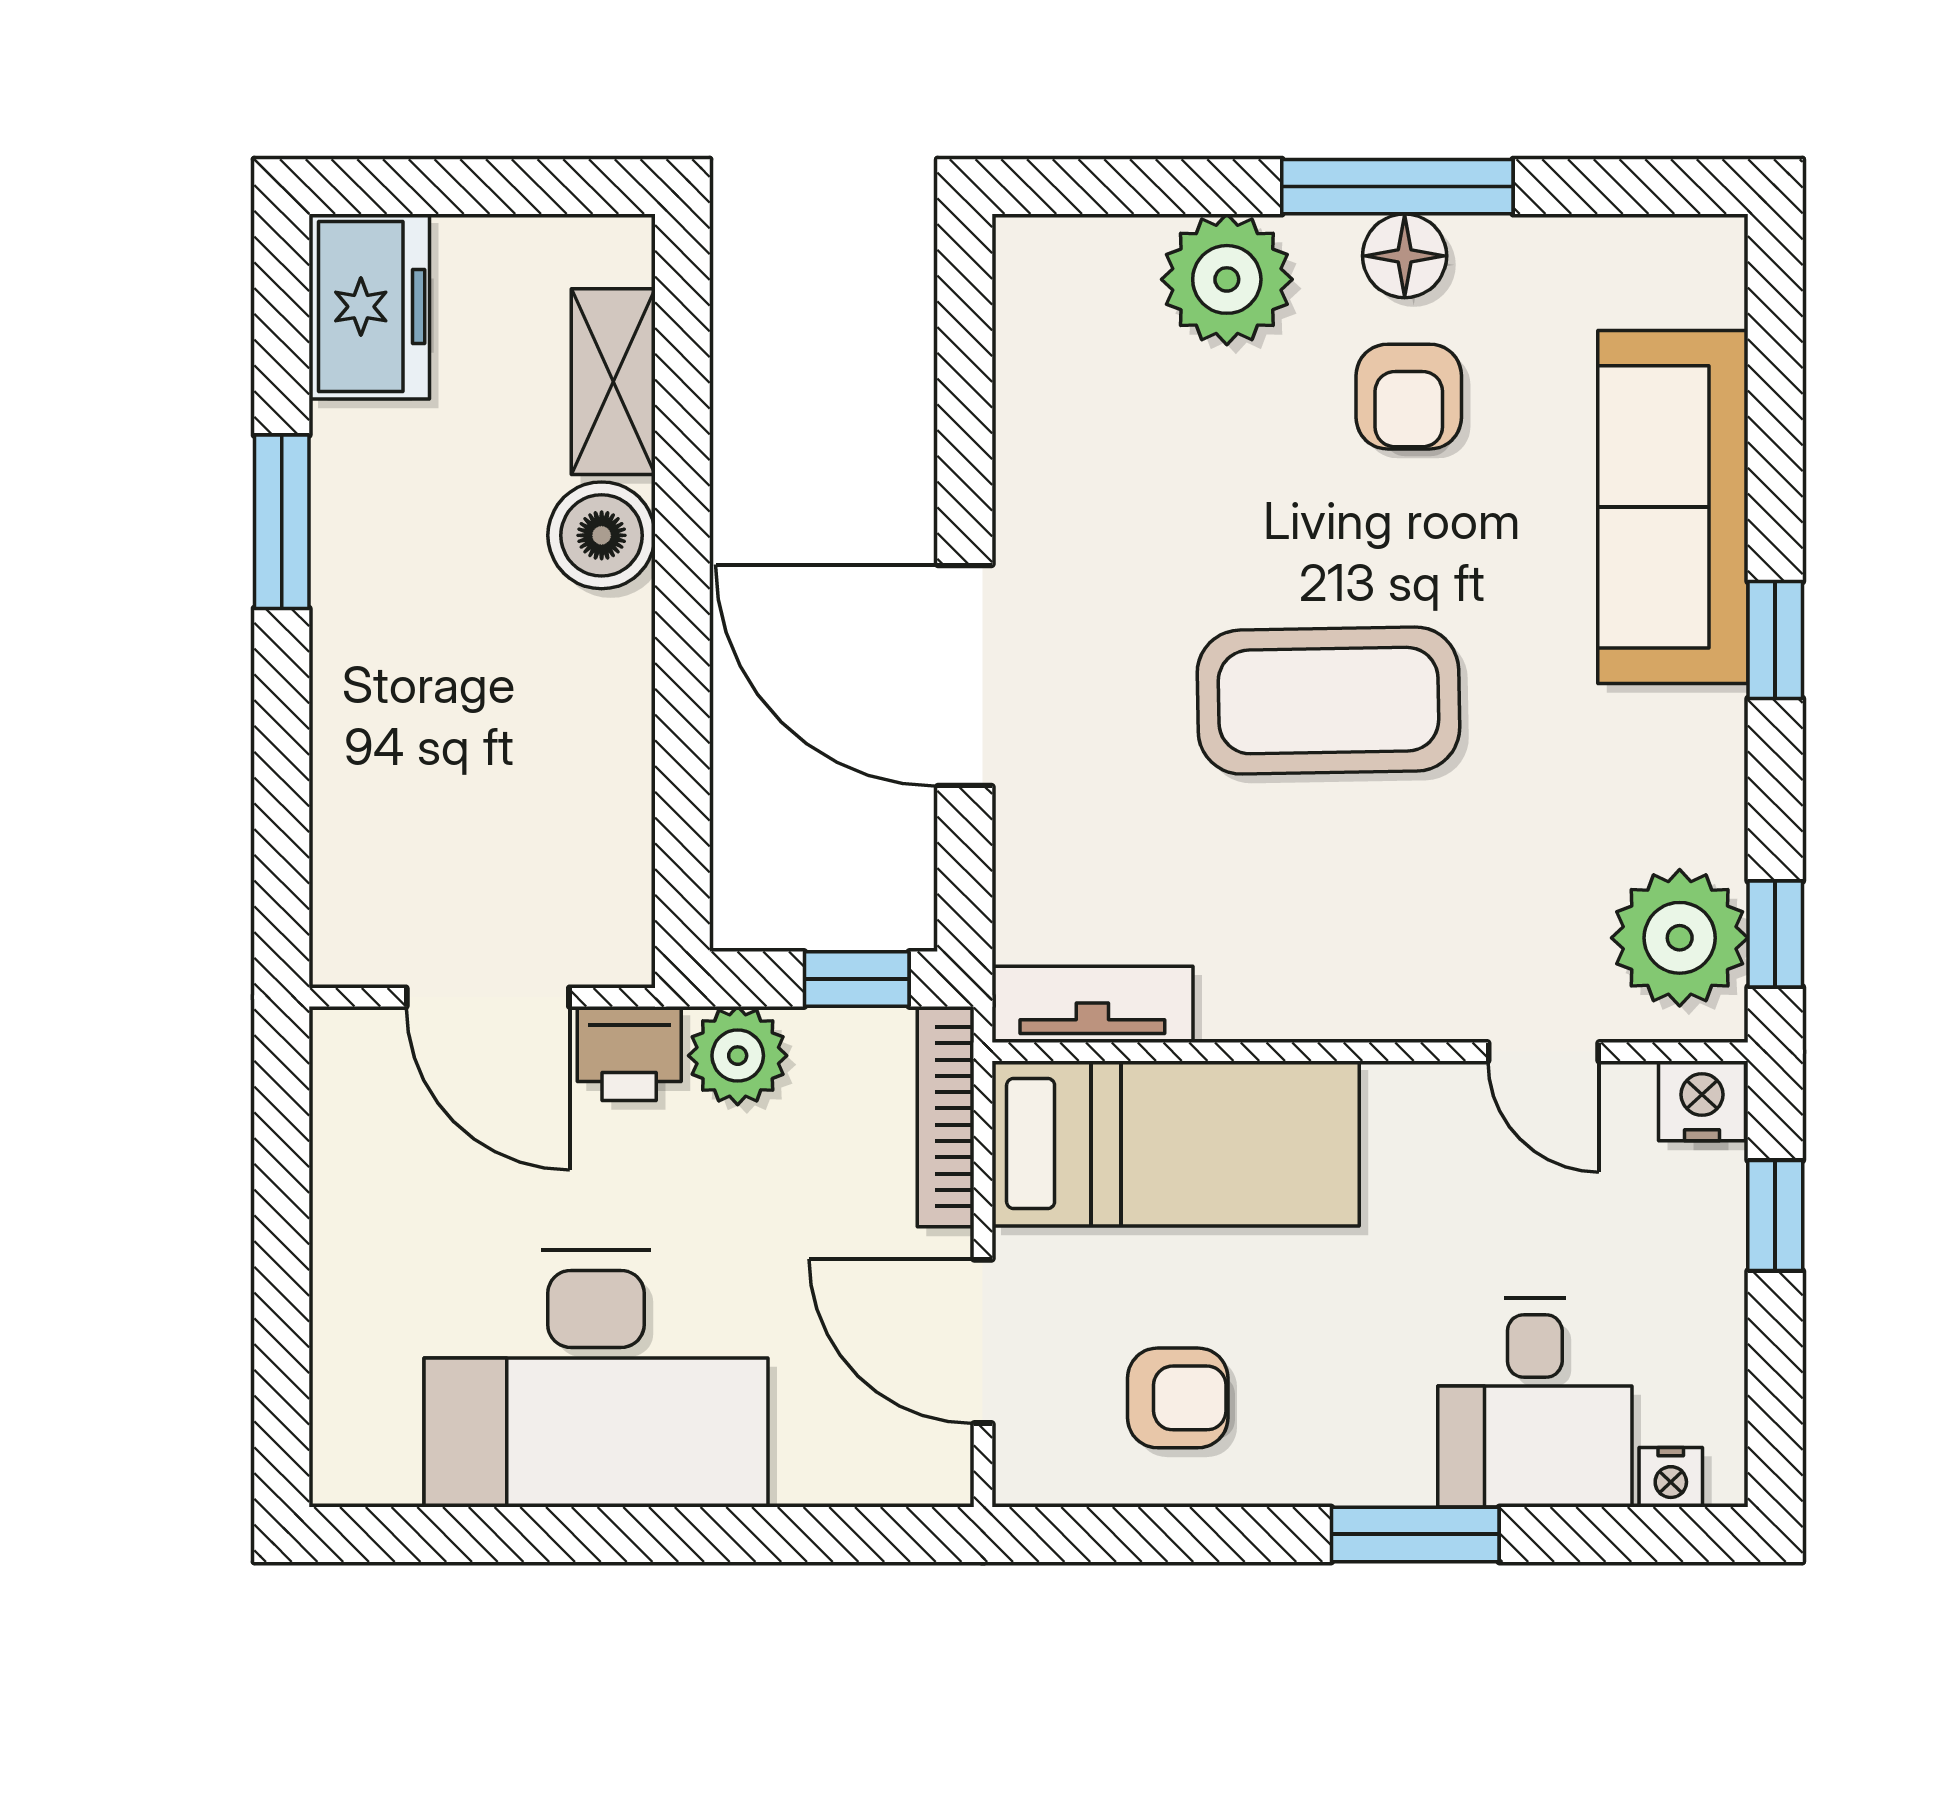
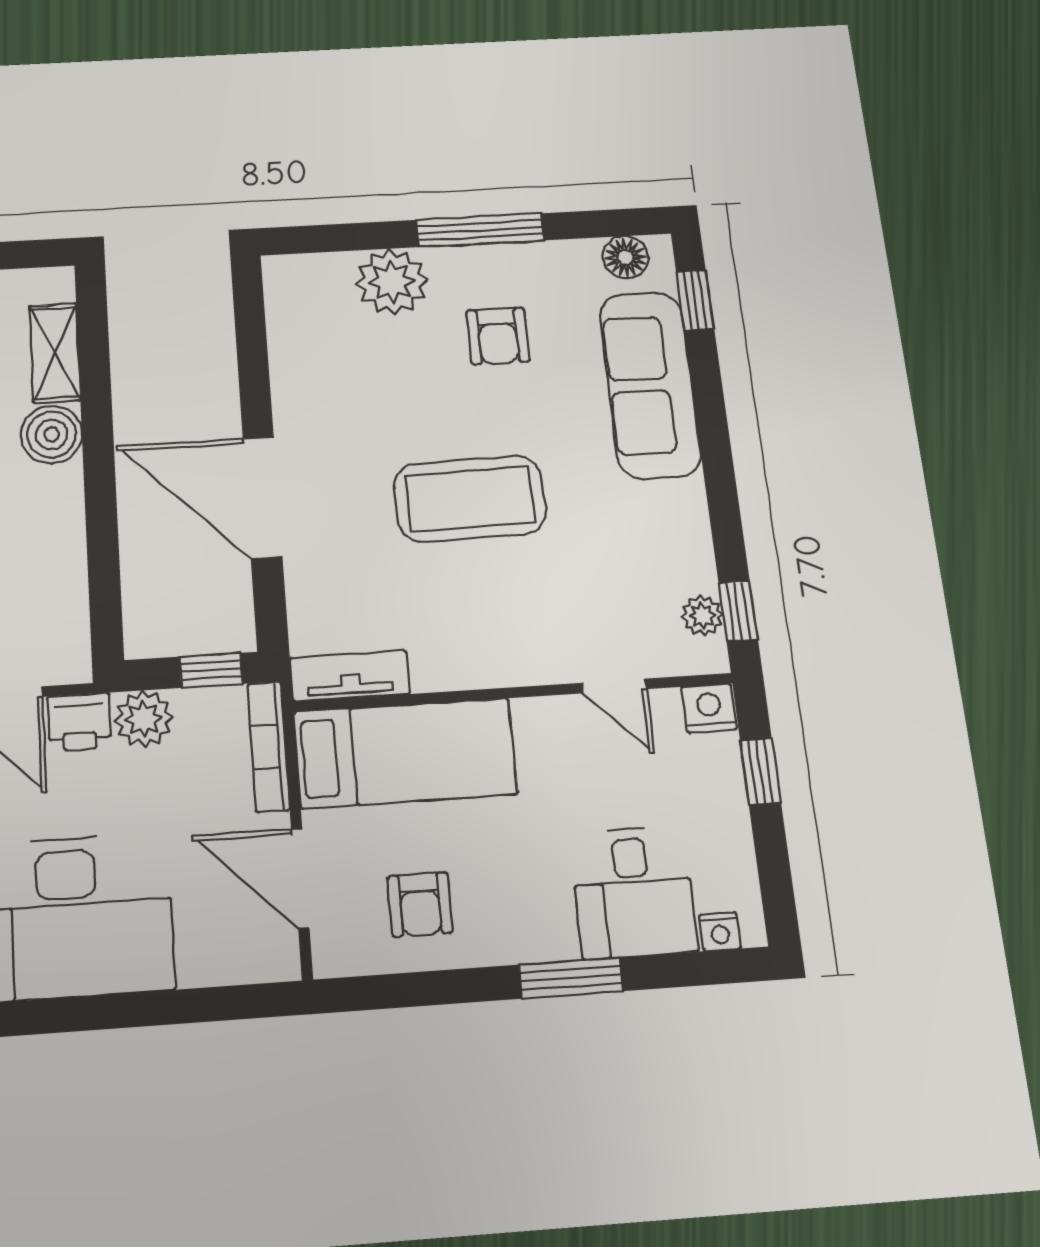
floor lamp: (1405, 256) -> (625, 257), moved
window: (1775, 640) -> (695, 300), moved
plant: (1680, 938) -> (702, 616), width x0.53, depth x0.53
armchair: (1178, 1398) -> (420, 904), turned 90

